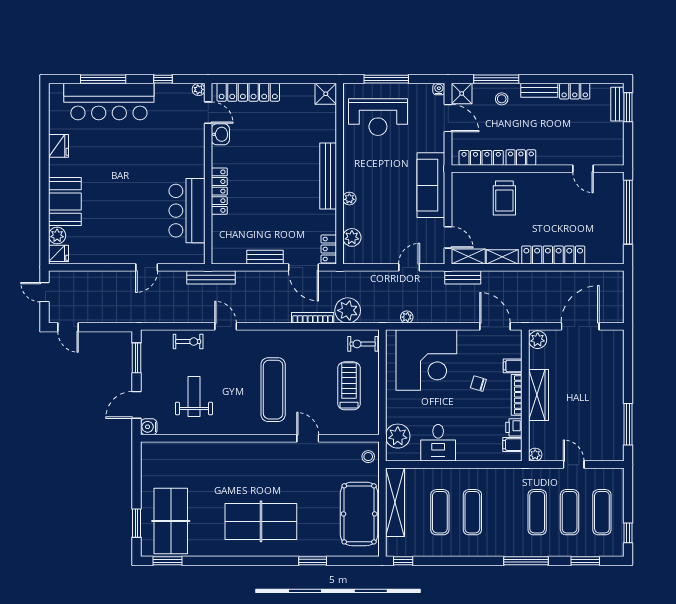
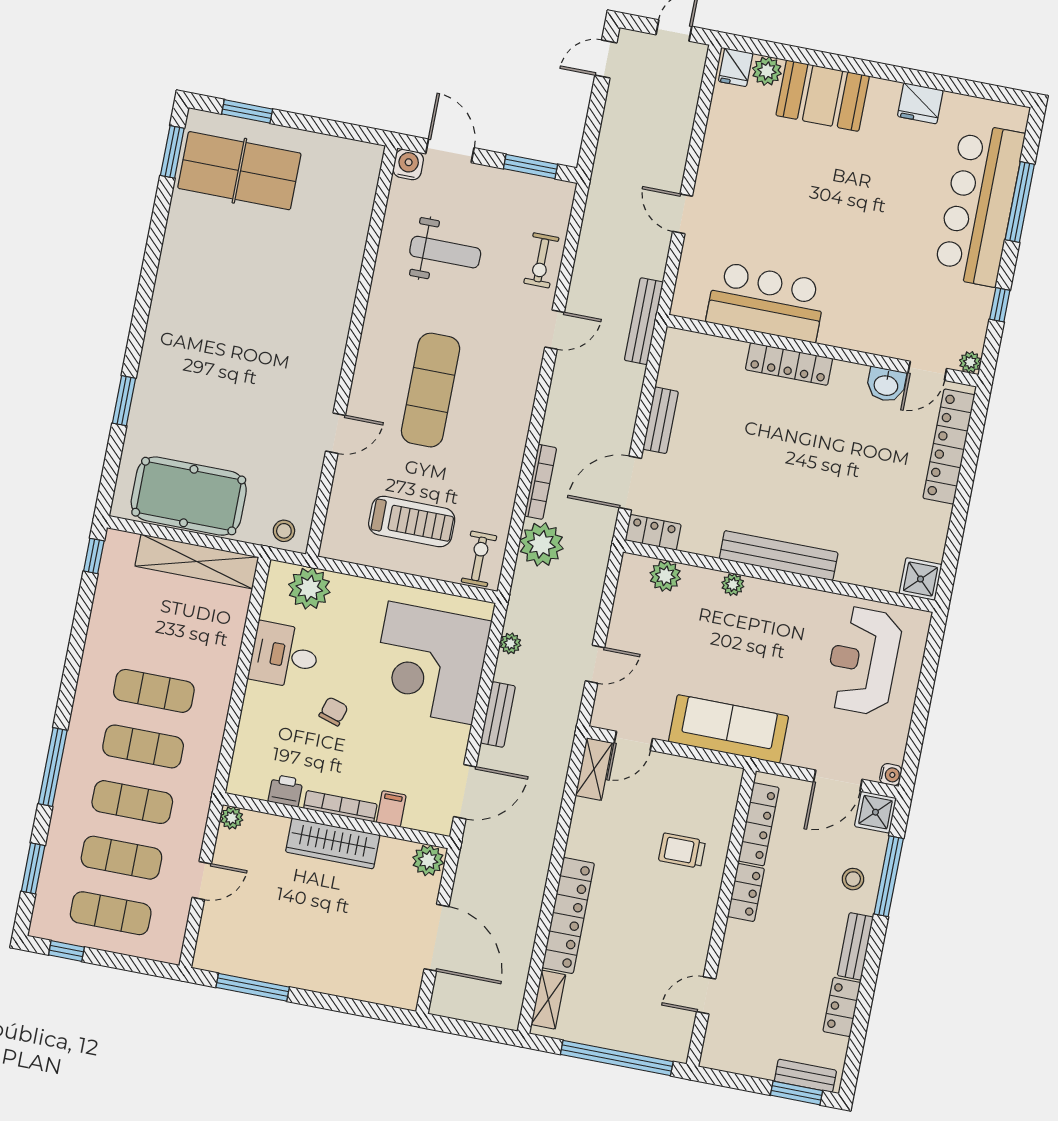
window: (386, 79) -> (925, 688), removed
trolley: (504, 198) -> (682, 851), width x0.73, depth x0.72
shelving: (502, 257) -> (548, 1000), moved
door: (409, 267) -> (595, 664), hinge flipped
bench: (463, 277) -> (498, 714), moved
chair: (478, 384) -> (333, 711), moved
exercise mat: (273, 390) -> (431, 390), turned 90
filing cabinet: (512, 445) -> (256, 782), removed
exercise mat: (440, 512) -> (143, 746), moved
table tennis table: (261, 521) -> (208, 325), removed

